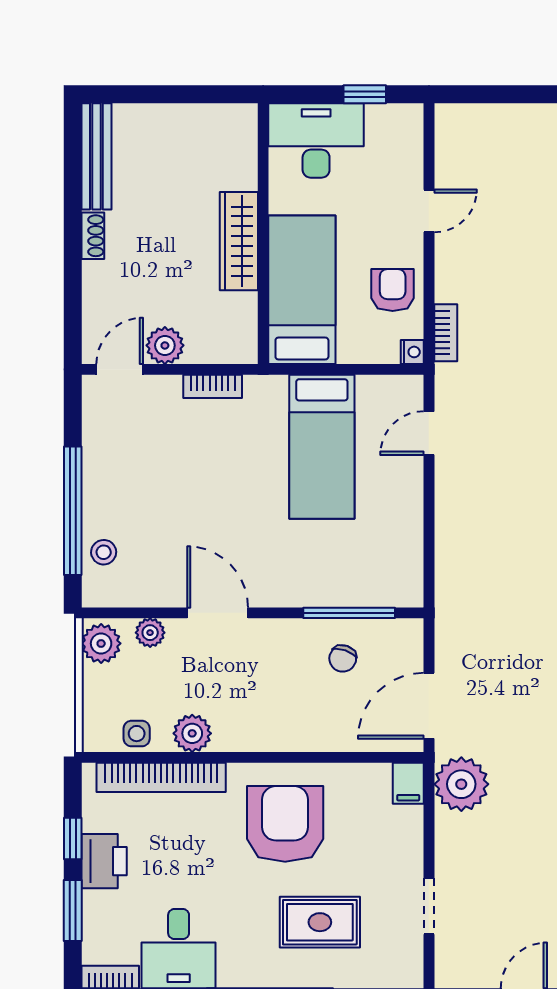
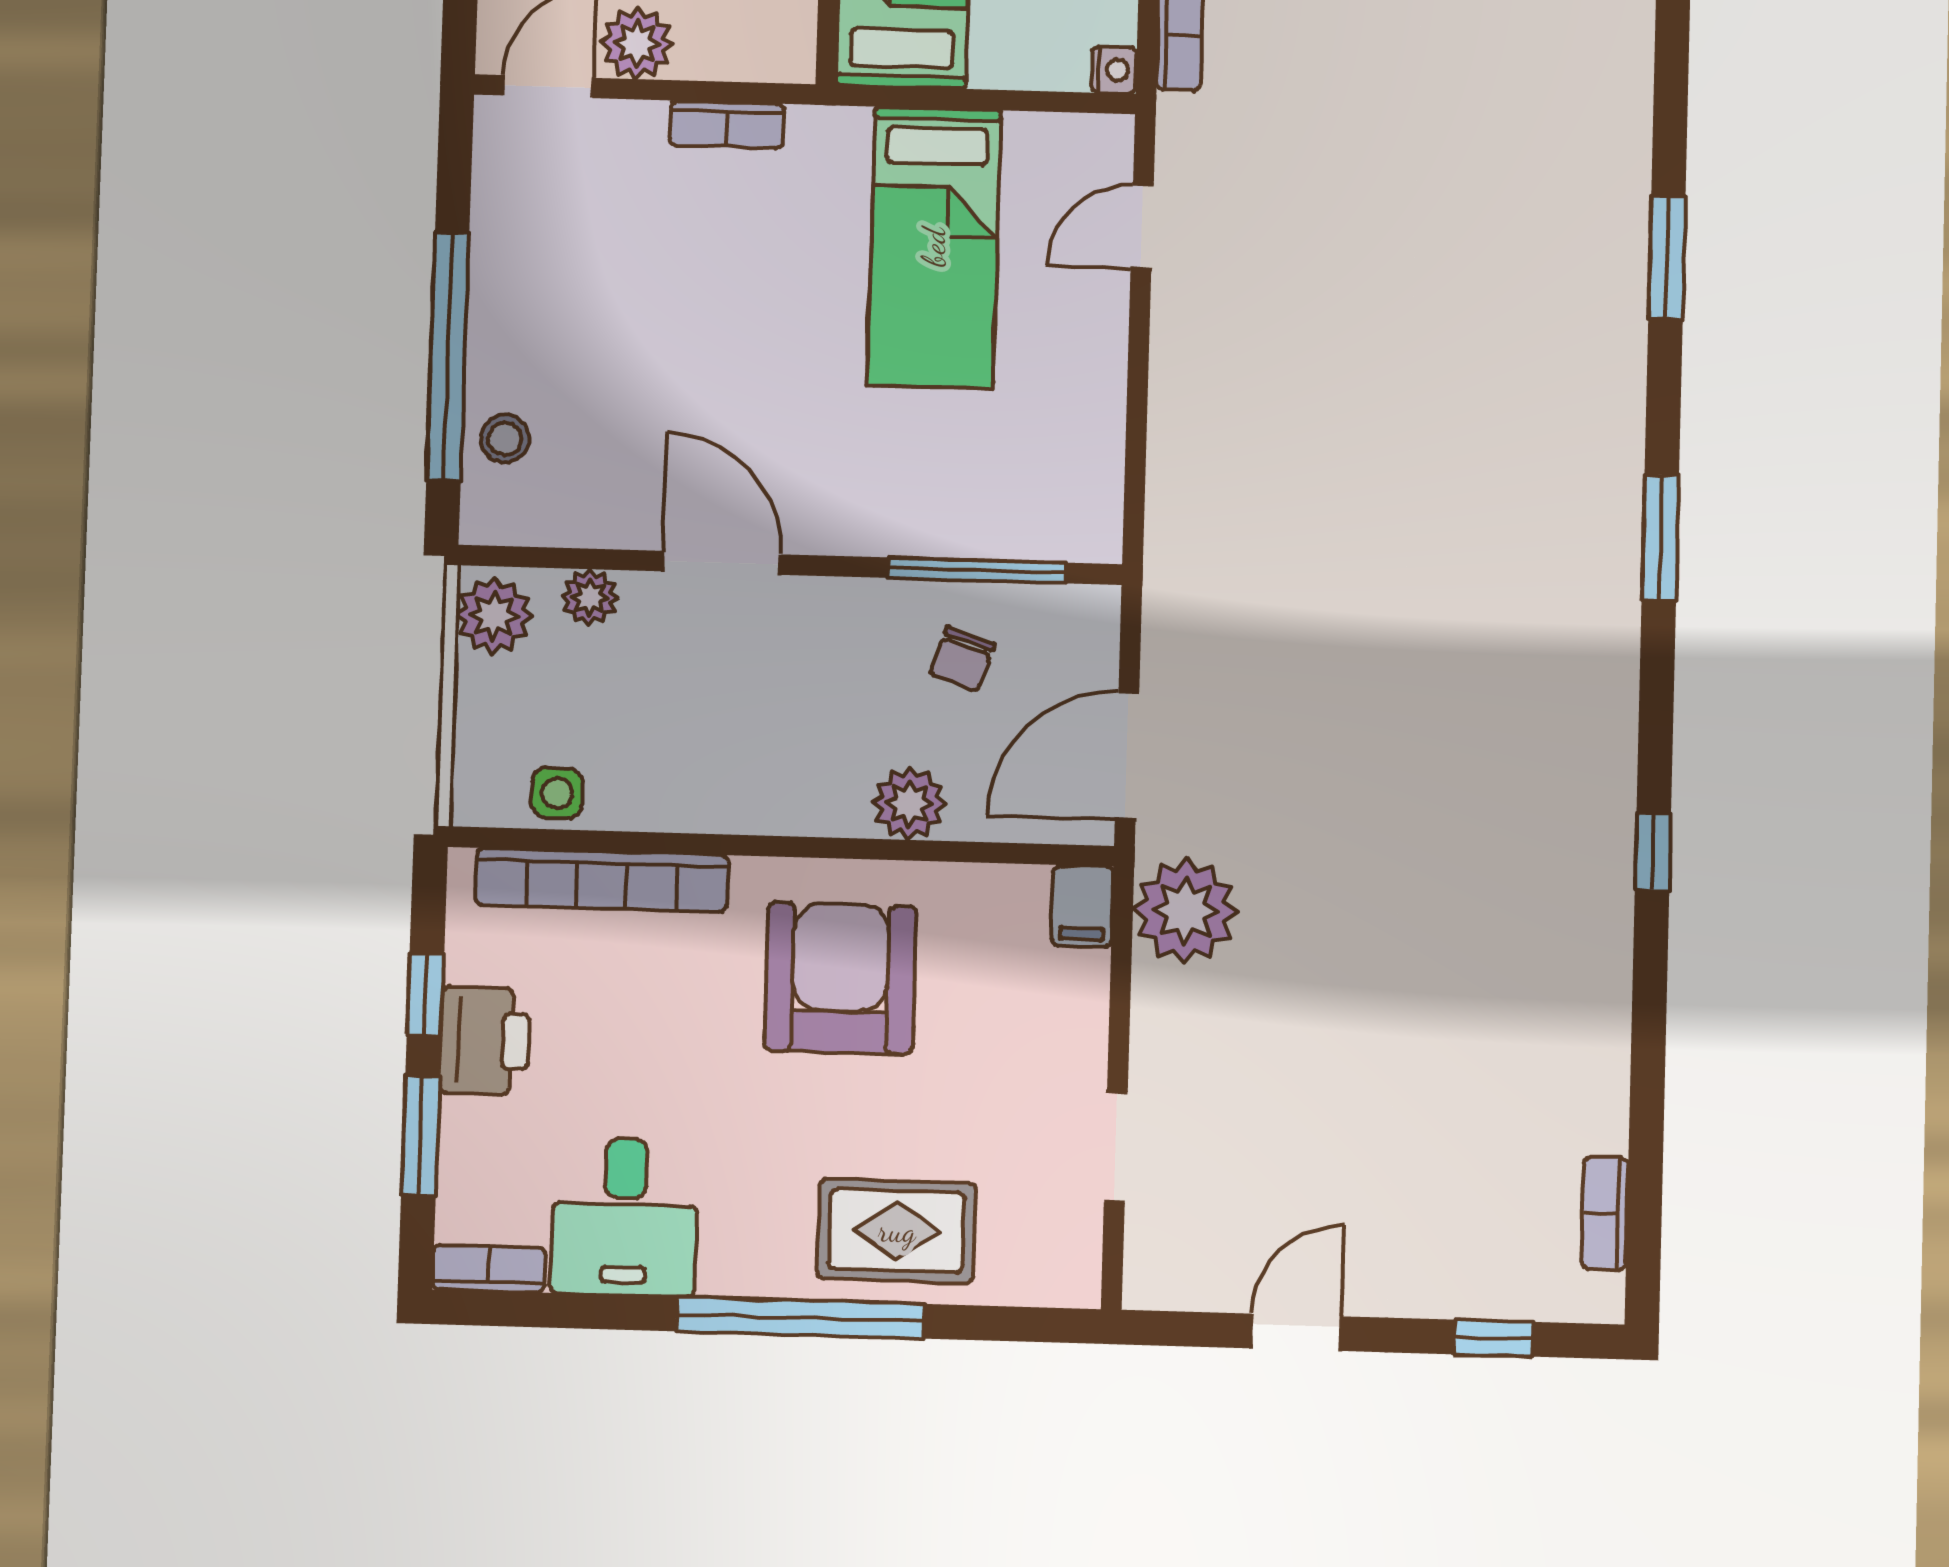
plant: (192, 733) -> (909, 803), moved
rug: (320, 922) -> (897, 1231), moved

